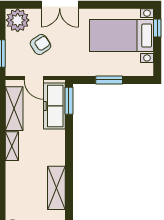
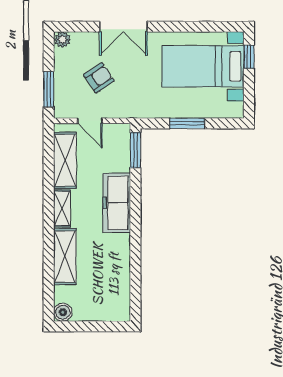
plant: (18, 20) -> (62, 40), width x0.53, depth x0.53
freezer: (54, 106) -> (117, 203), moved
shelving: (56, 188) -> (65, 257), moved

